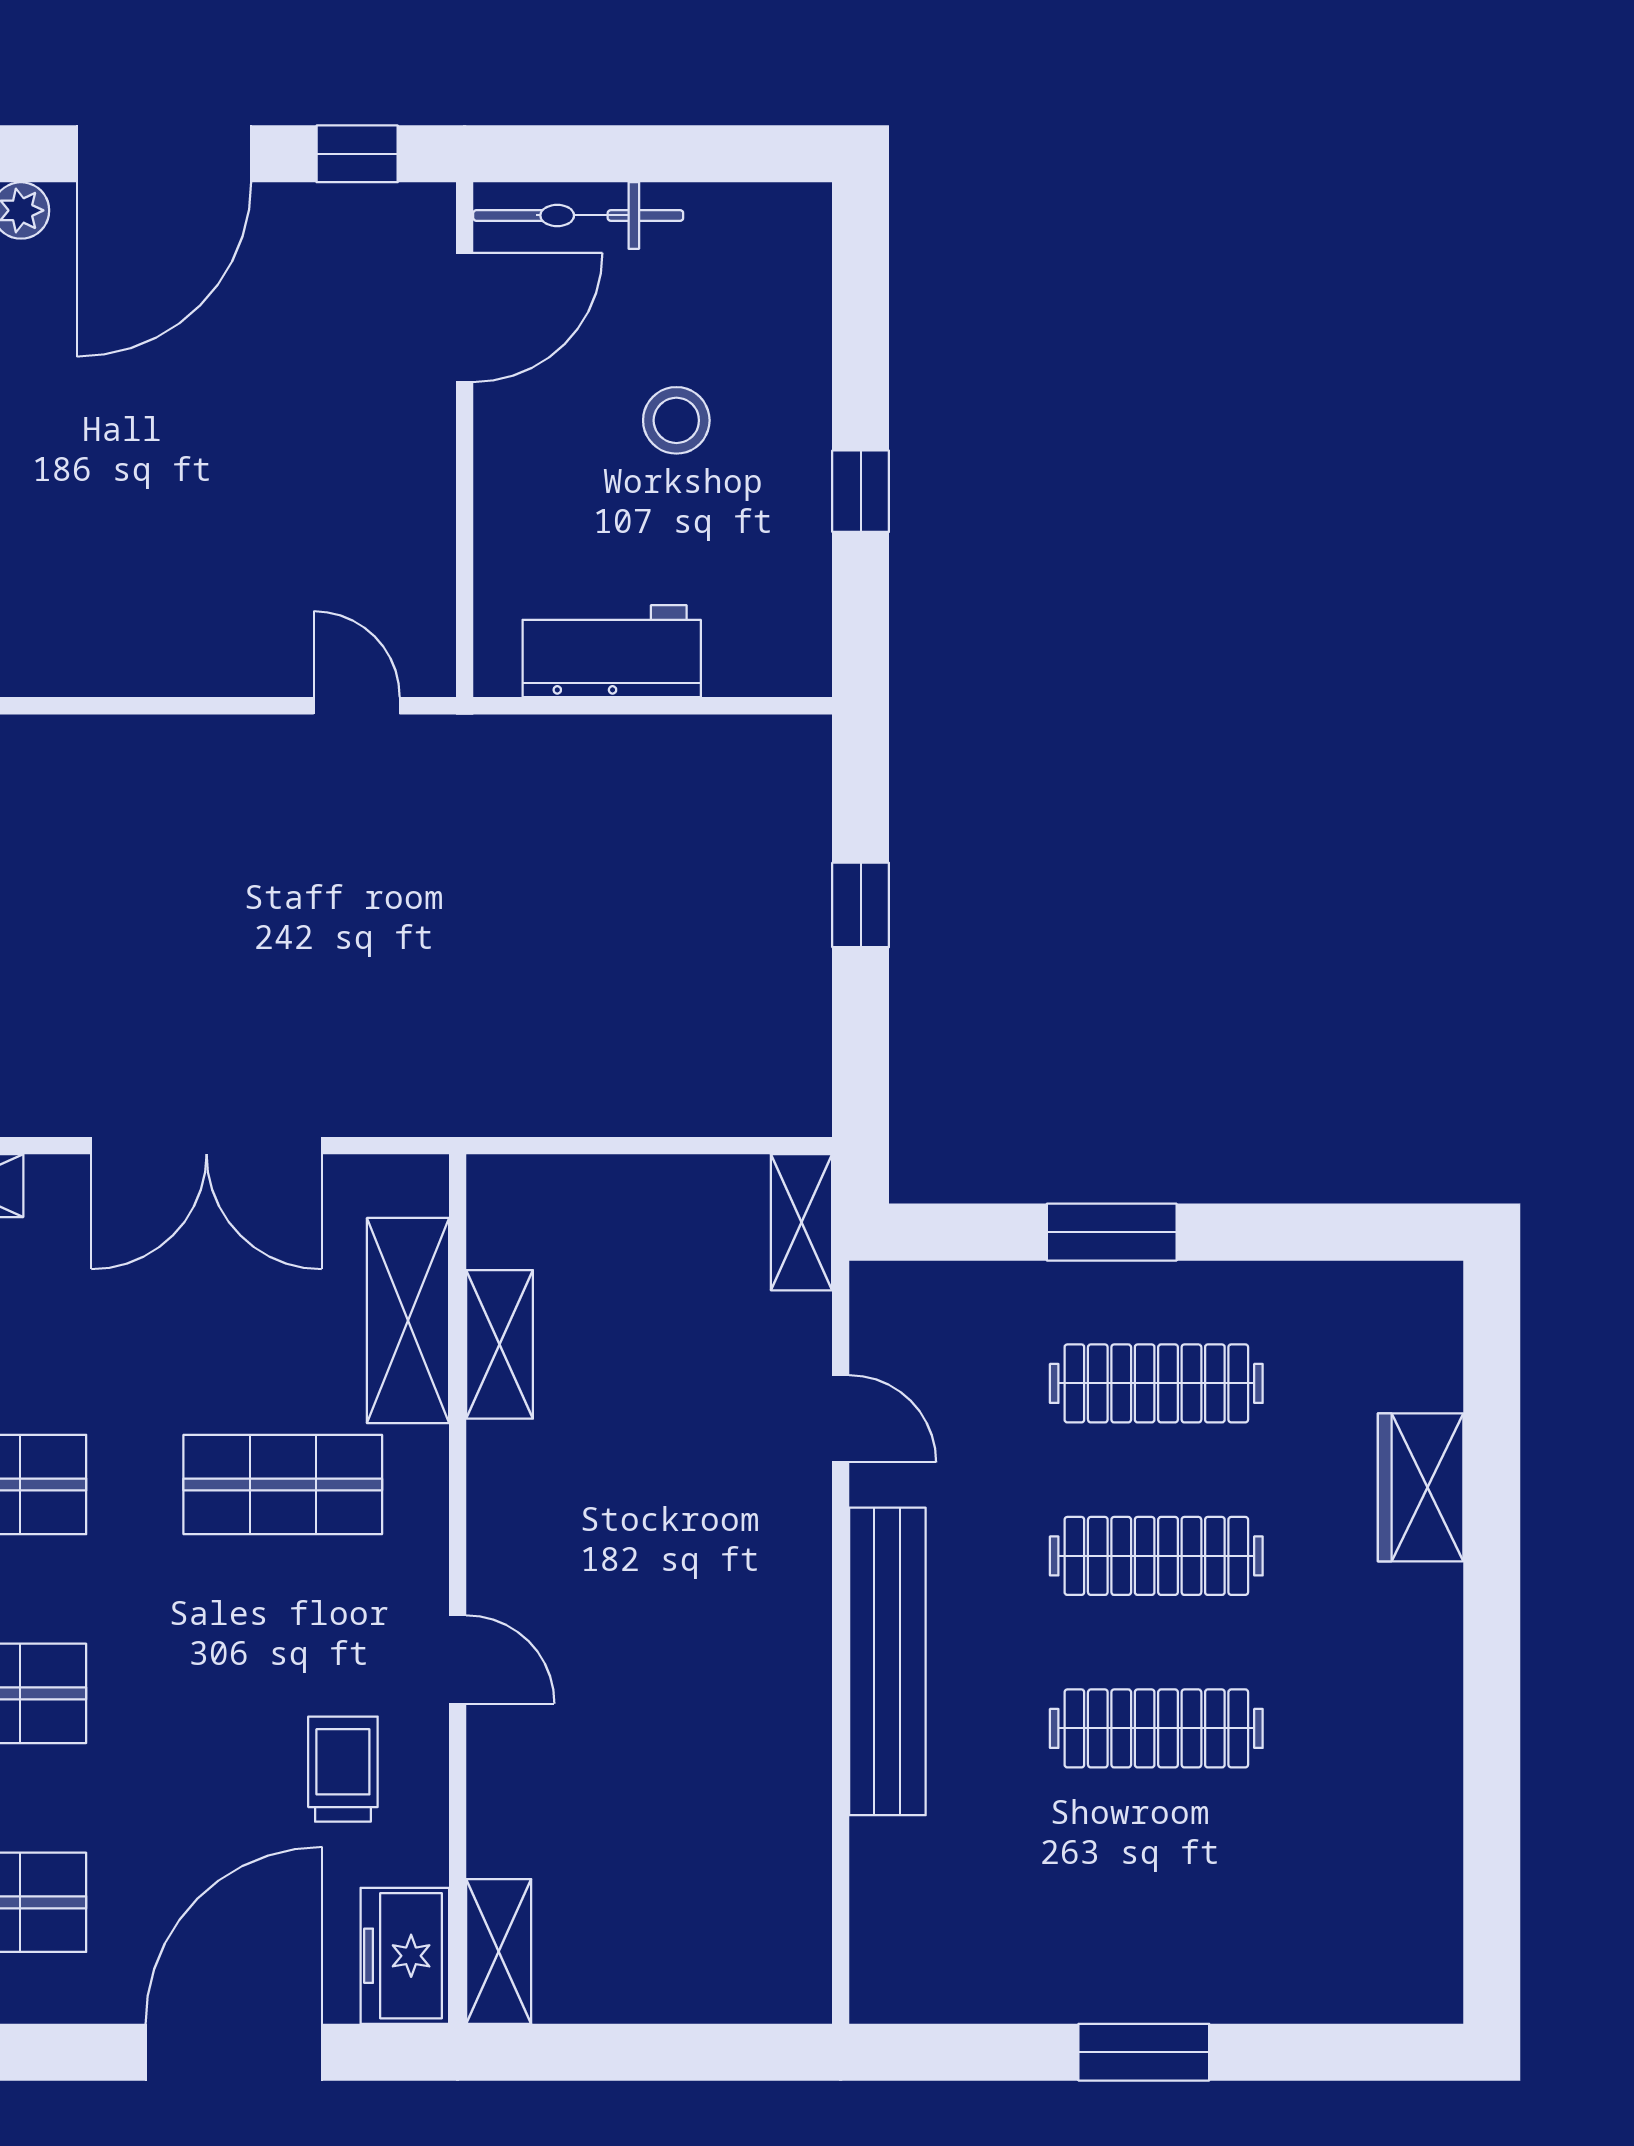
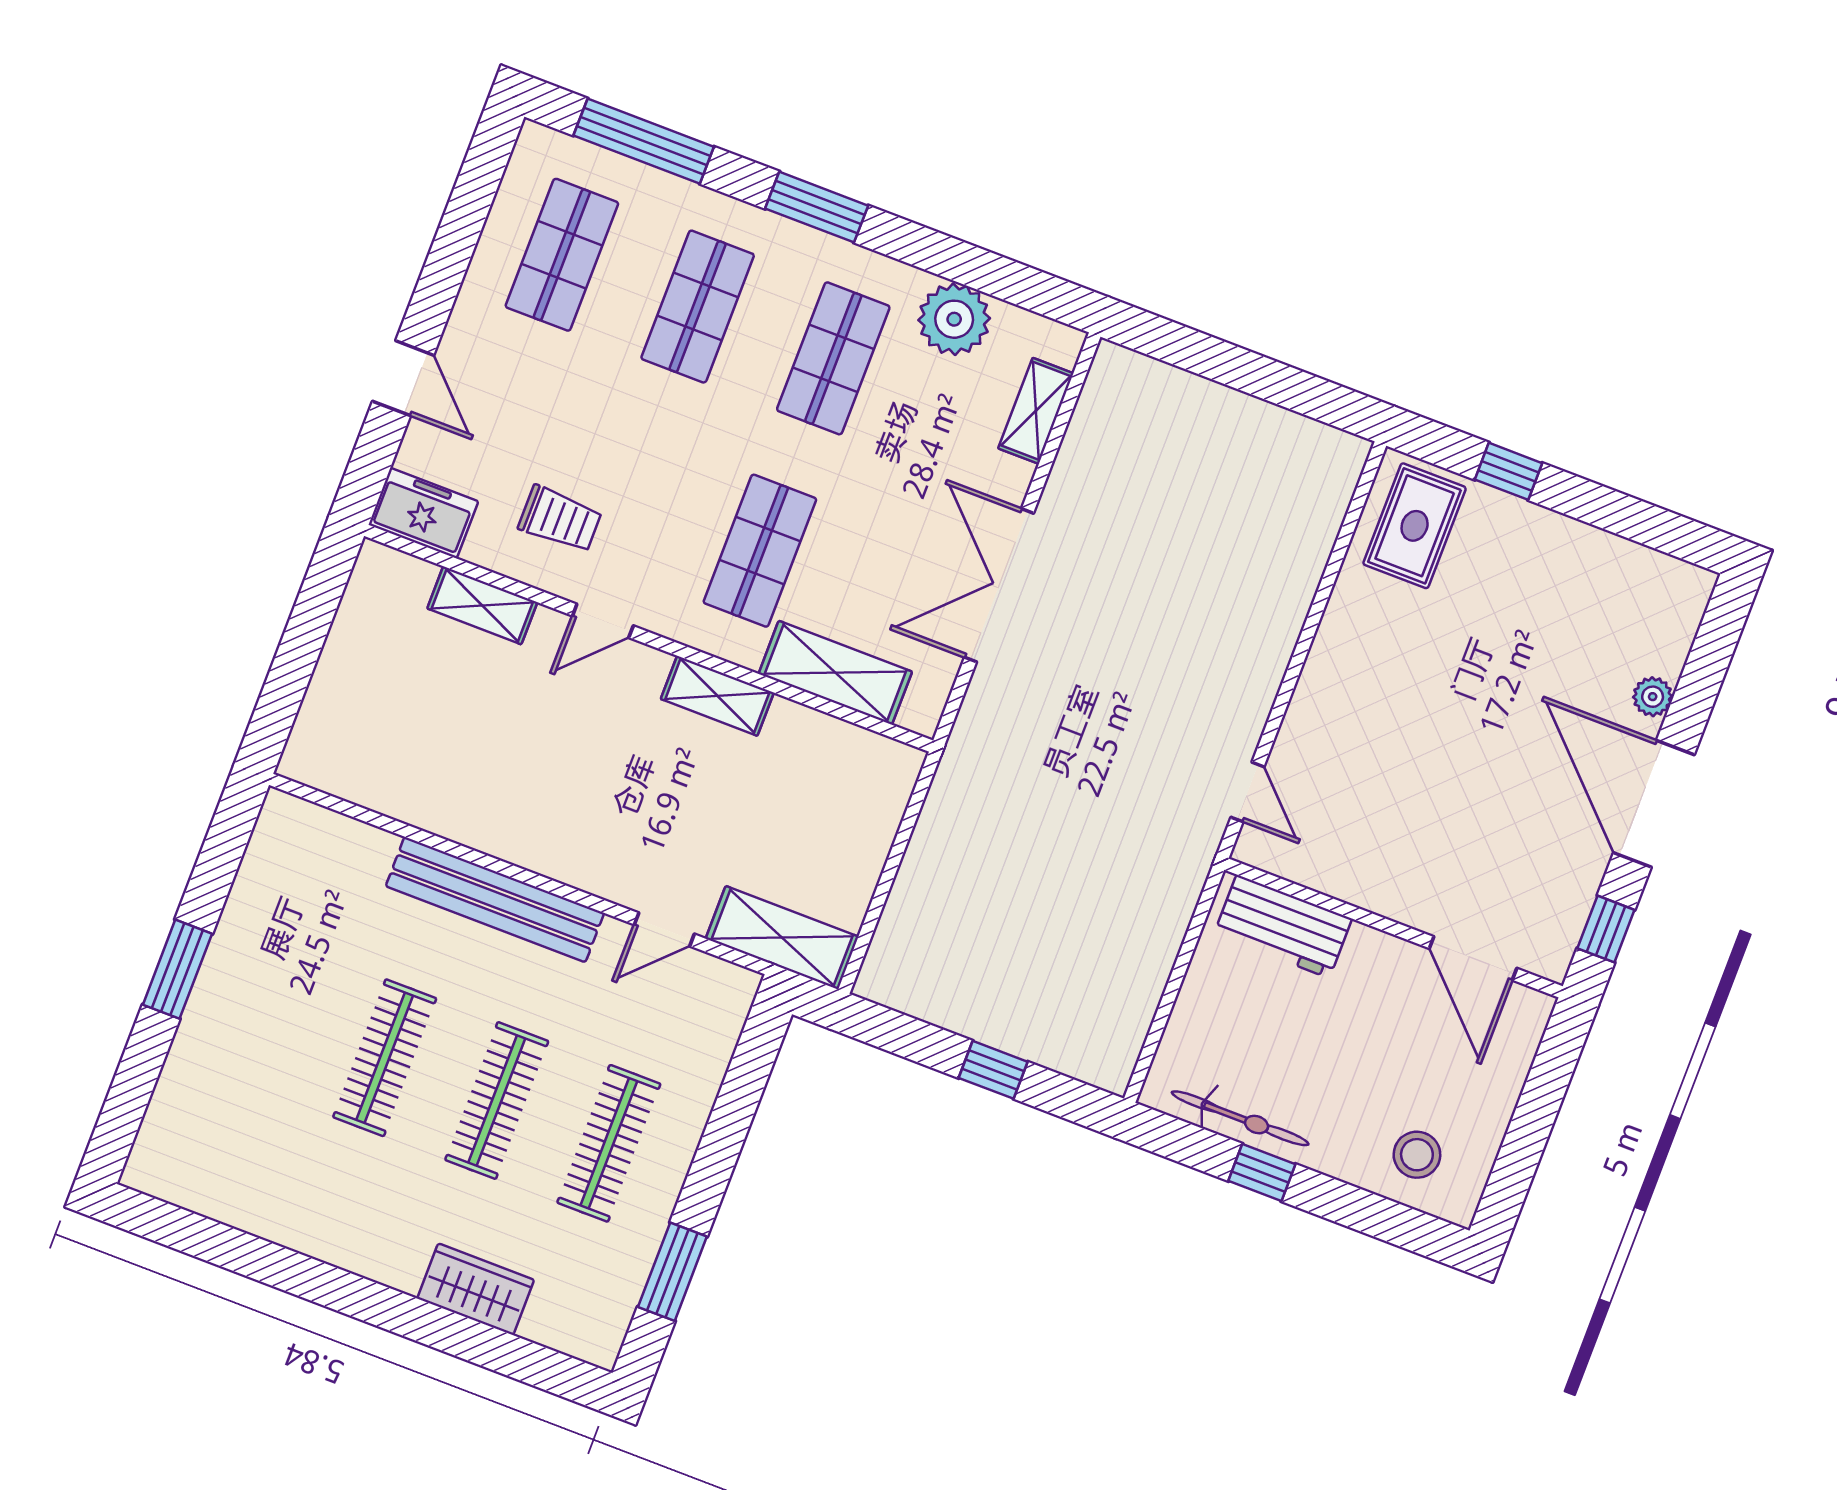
bicycle: (578, 215) -> (1240, 1118), moved, turned 90
stool: (676, 420) -> (1417, 1155), moved
workbench: (612, 651) -> (1283, 926), moved, turned 90
door: (357, 706) -> (1247, 792), hinge flipped
shelving: (801, 1222) -> (782, 938), width x1.50, depth x1.33
window: (1112, 1232) -> (672, 1272), moved
shelving: (500, 1344) -> (717, 696), moved
shelving: (499, 1951) -> (482, 605), moved
door: (234, 2052) -> (403, 378), width x0.53

